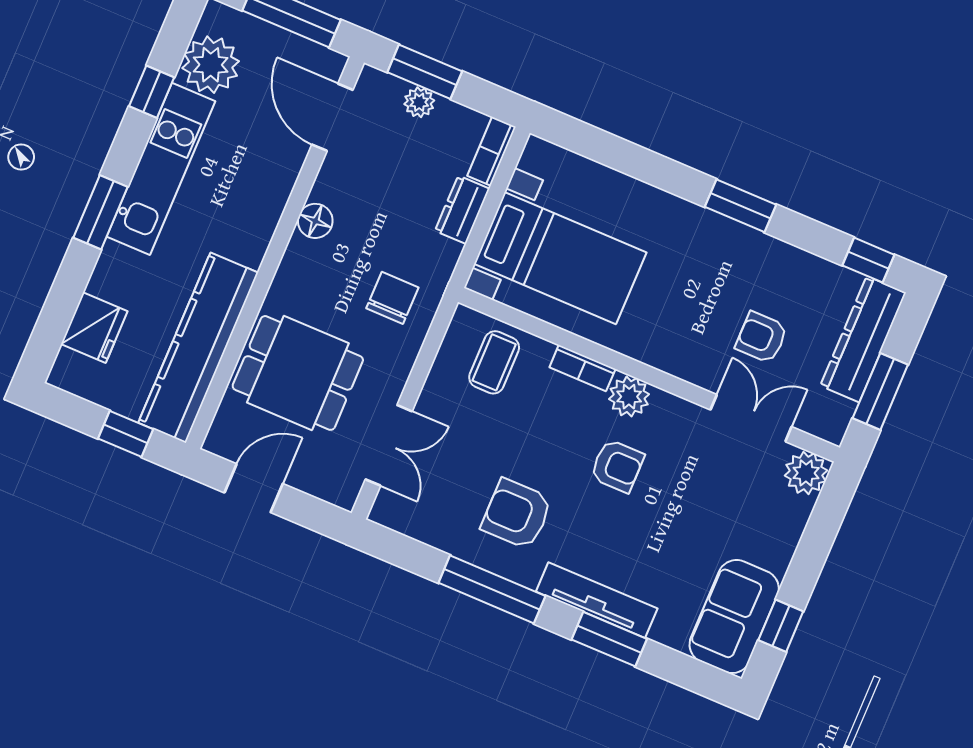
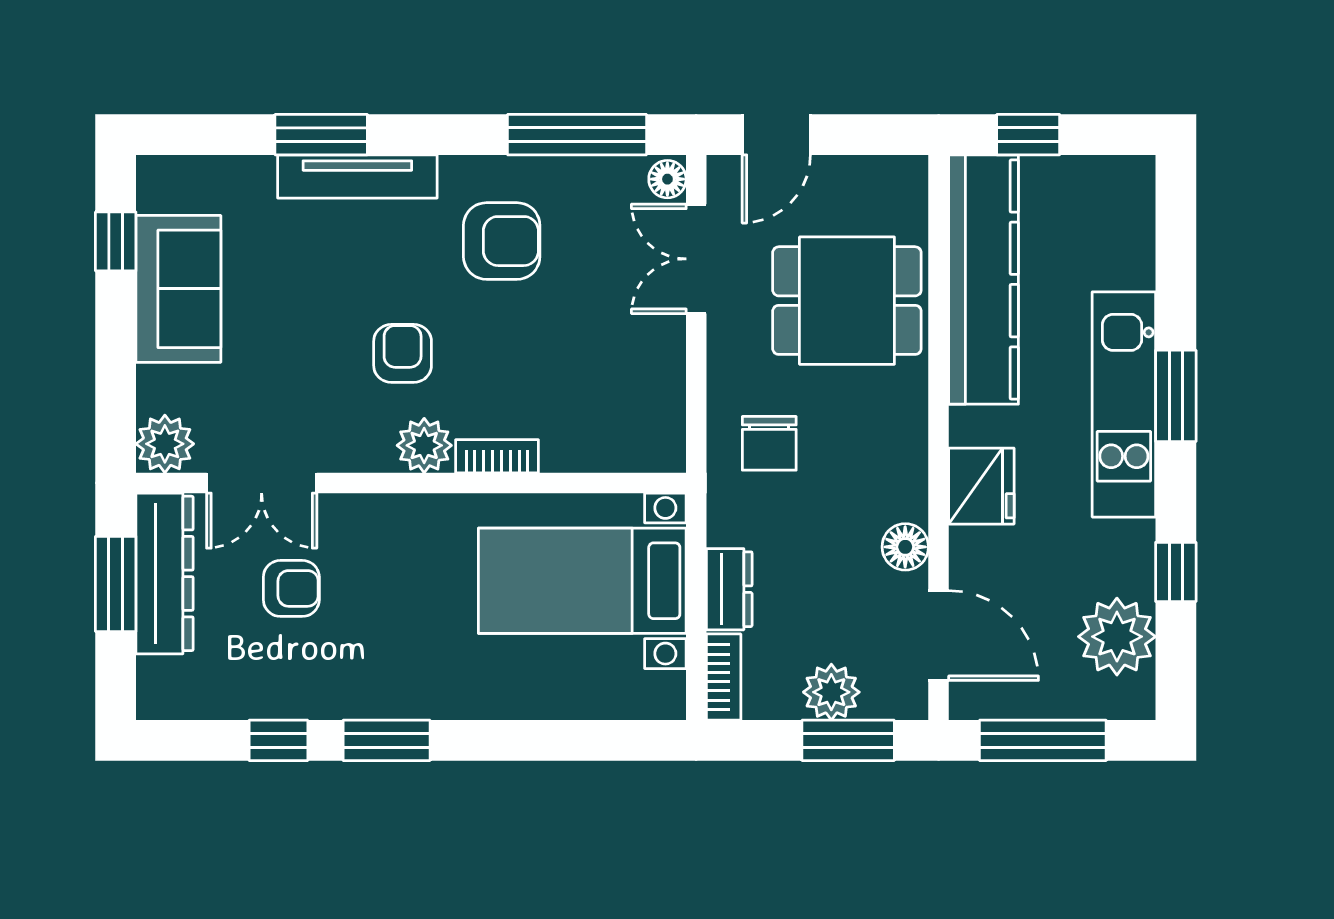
plant: (419, 102) -> (831, 692), width x1.38, depth x1.38
kitchen unit: (161, 169) -> (1124, 404), moved
floor lamp: (315, 221) -> (905, 547), moved
window: (868, 260) -> (278, 740), moved
fridge: (94, 328) -> (981, 486), moved, turned 180
dresser: (863, 339) -> (165, 573), moved
coffee table: (494, 362) -> (609, 417), removed
armchair: (617, 466) -> (403, 353), turned 90
door: (254, 488) -> (776, 135), moved
floor lamp: (385, 508) -> (667, 179), added
window: (492, 589) -> (577, 135), moved
sofa: (734, 617) -> (178, 289), moved

